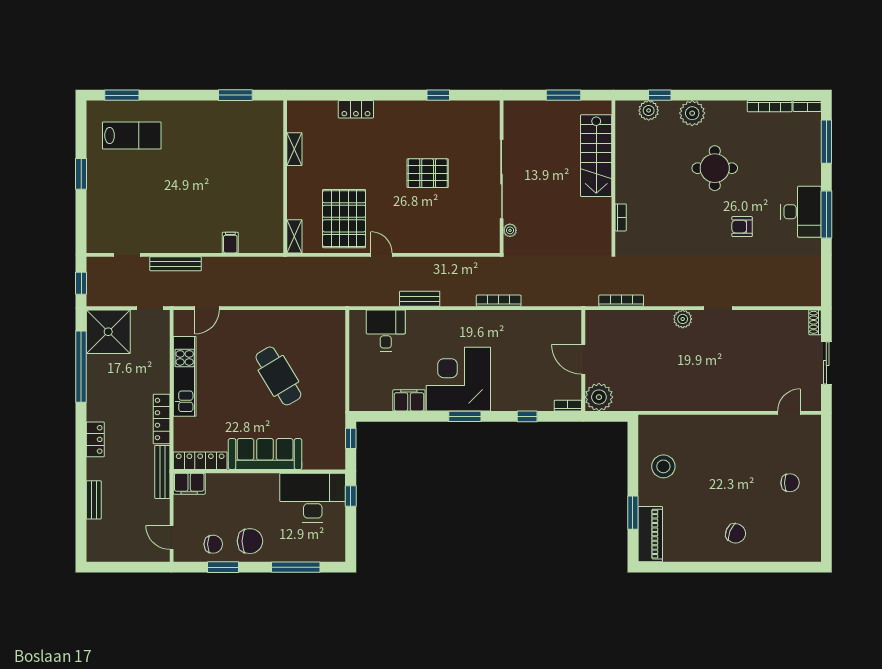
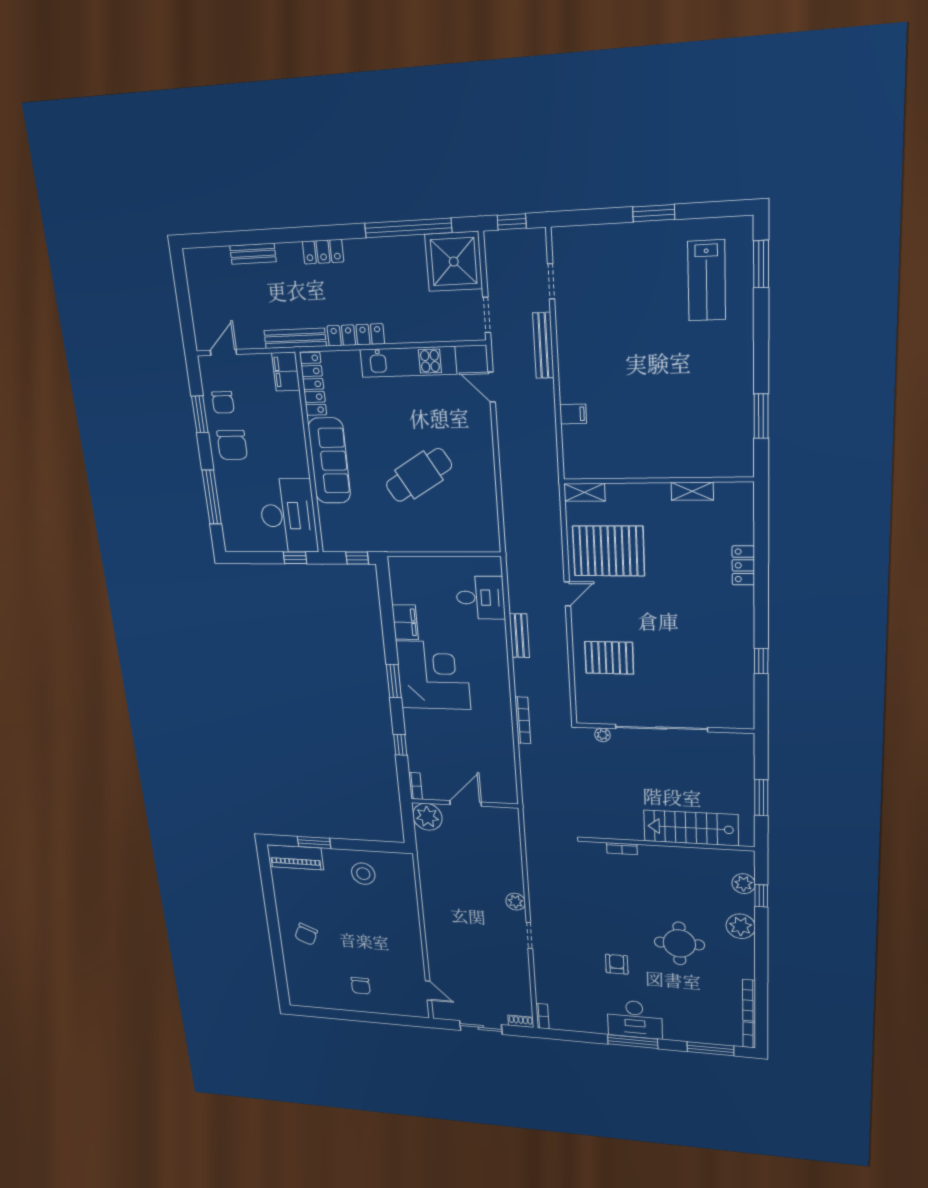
pallet: (428, 173) -> (609, 658), moved, turned 90
bookcase: (621, 301) -> (542, 1016), moved, width x0.64

